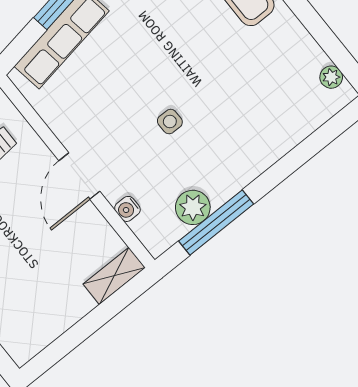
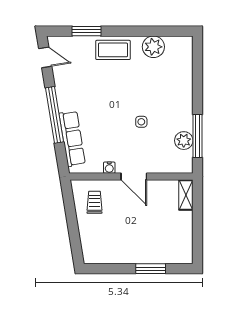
plant: (331, 77) -> (153, 47), moved, width x1.88, depth x1.88
water cooler: (127, 209) -> (109, 168), moved

